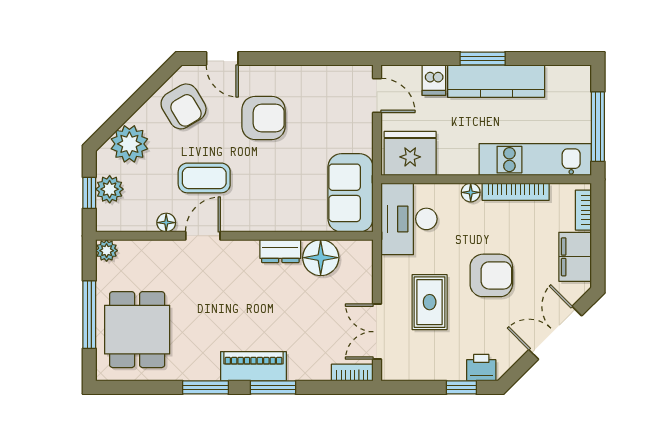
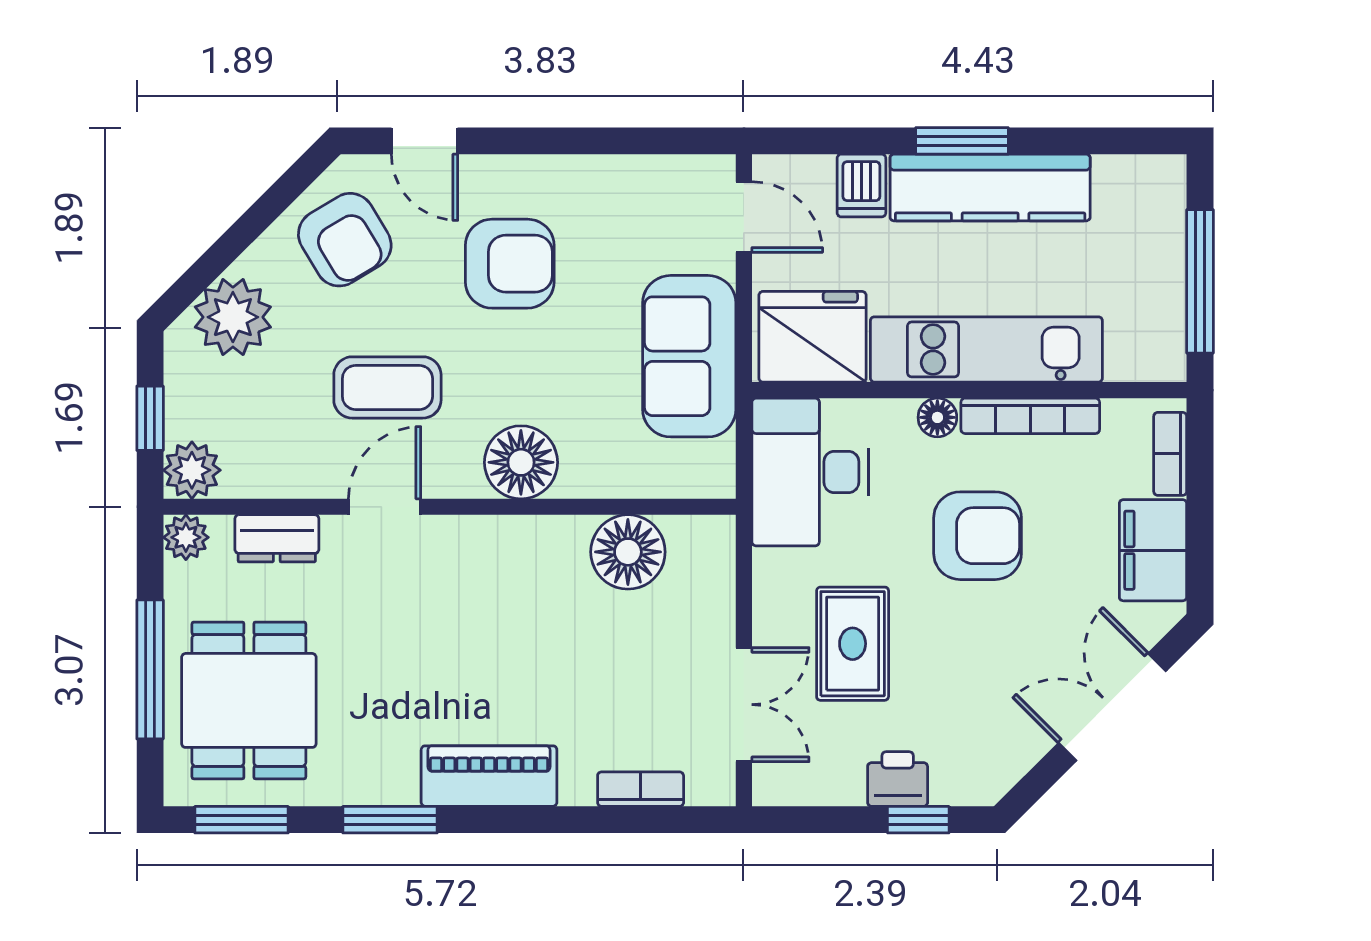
kitchen unit: (535, 160) -> (986, 349), moved
plant: (110, 189) -> (192, 470), moved
sofa: (350, 193) -> (689, 356), moved
floor lamp: (166, 223) -> (521, 462), moved, width x1.89, depth x1.89
dresser: (280, 251) -> (277, 538), moved
armchair: (491, 275) -> (978, 536), moved
double door: (377, 332) -> (744, 705), swing flipped
printer: (481, 368) -> (898, 779), moved
bookcase: (352, 373) -> (641, 789), moved
window: (273, 387) -> (242, 820), moved

